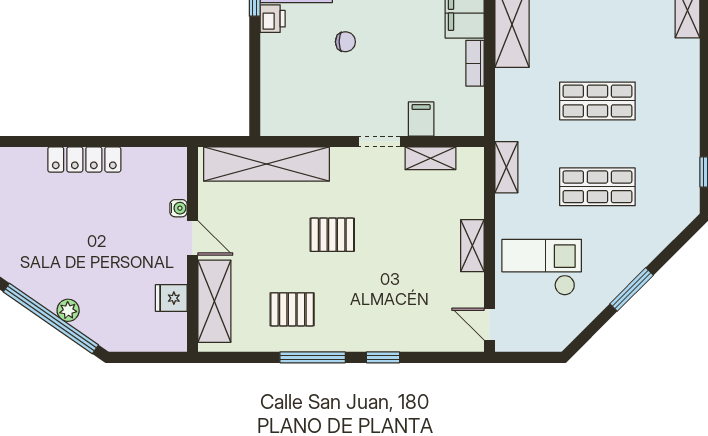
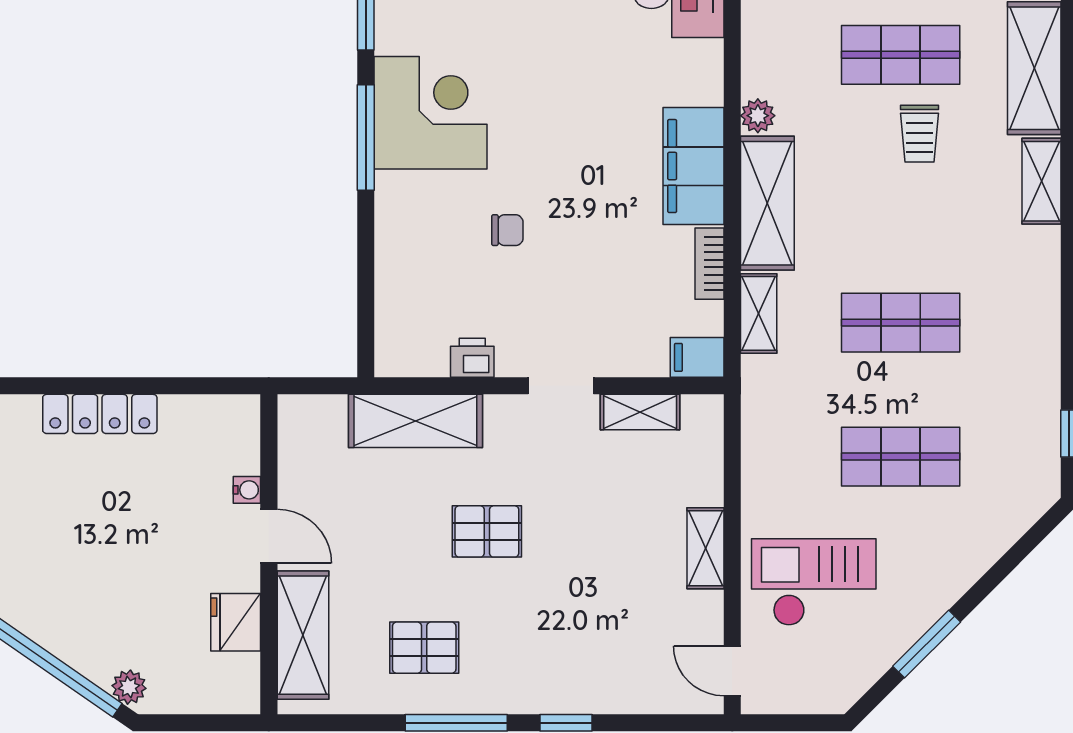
printer: (273, 19) -> (472, 358), moved, turned -90
filing cabinet: (421, 119) -> (697, 357), moved, turned -90
shelving: (267, 164) -> (415, 421), width x0.68
shelving: (506, 167) -> (759, 313), moved
window: (632, 289) -> (927, 644), moved
fridge: (171, 298) -> (236, 622), width x1.38
plant: (68, 310) -> (129, 687), moved

